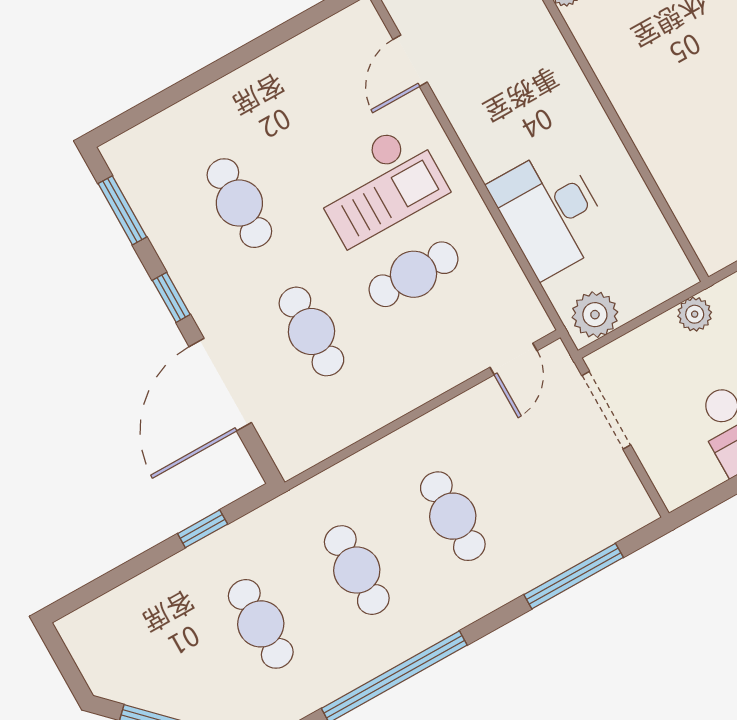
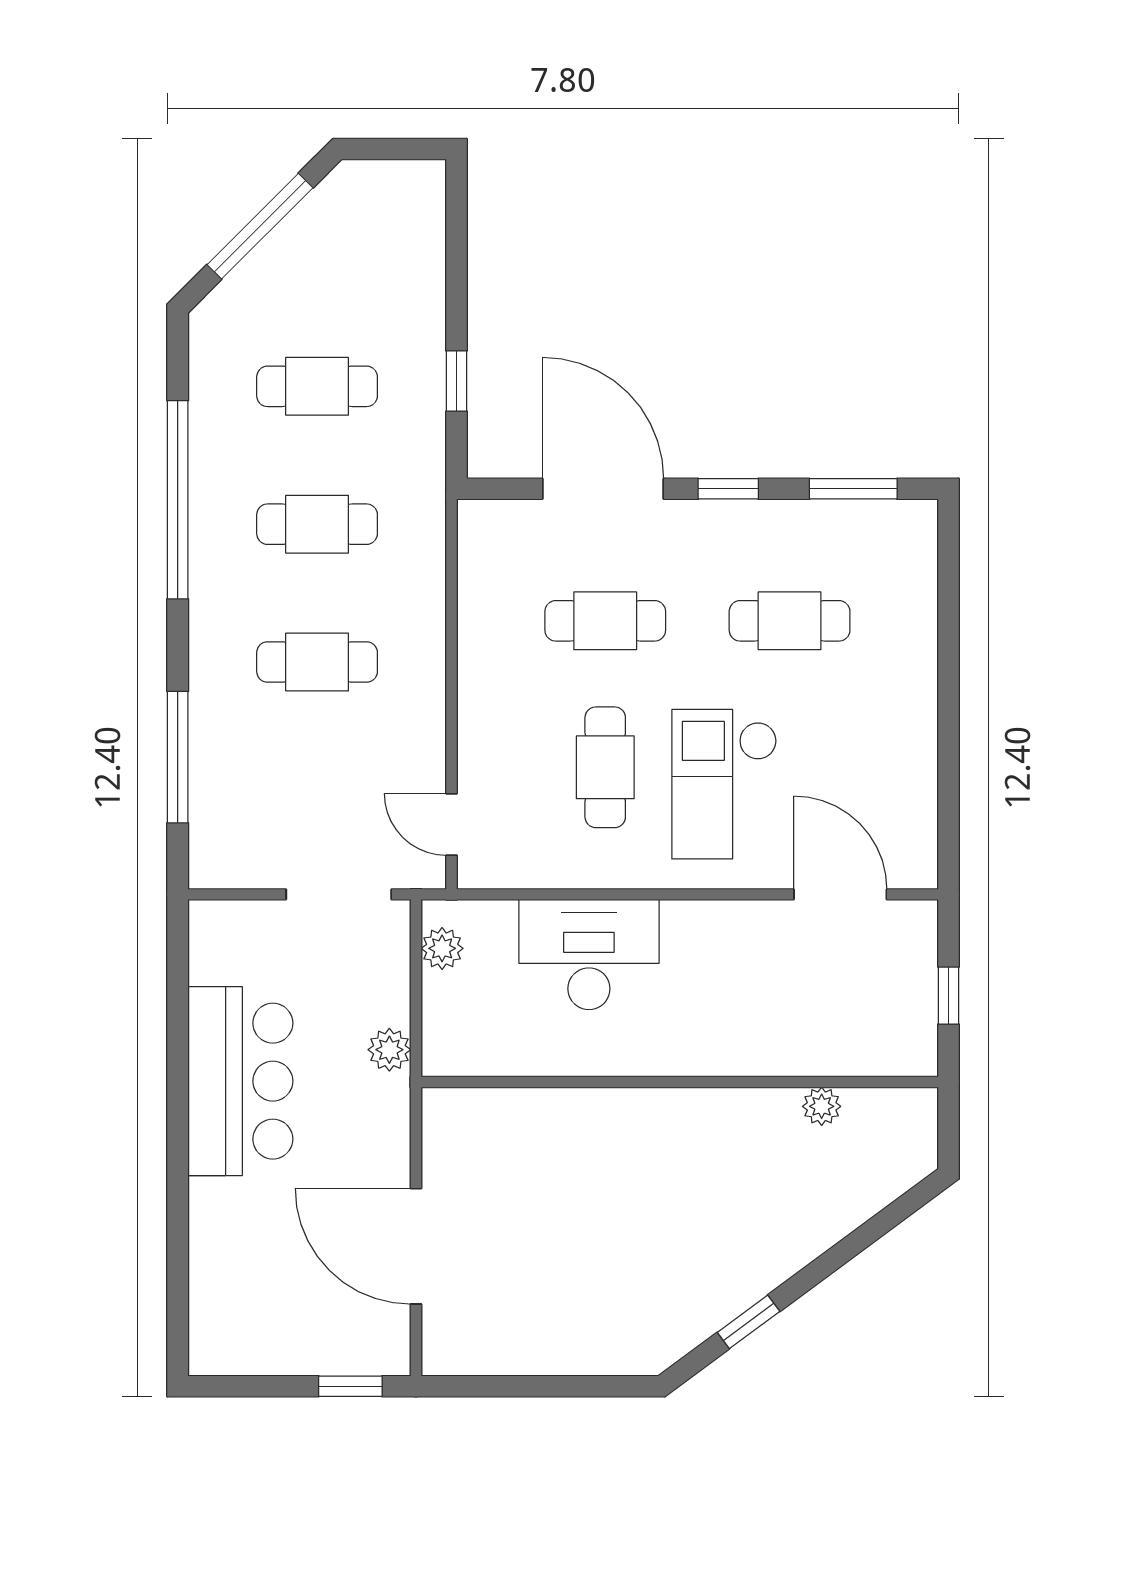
door: (410, 61) -> (840, 894), width x1.38
plant: (595, 315) -> (442, 948), width x0.73, depth x0.73

